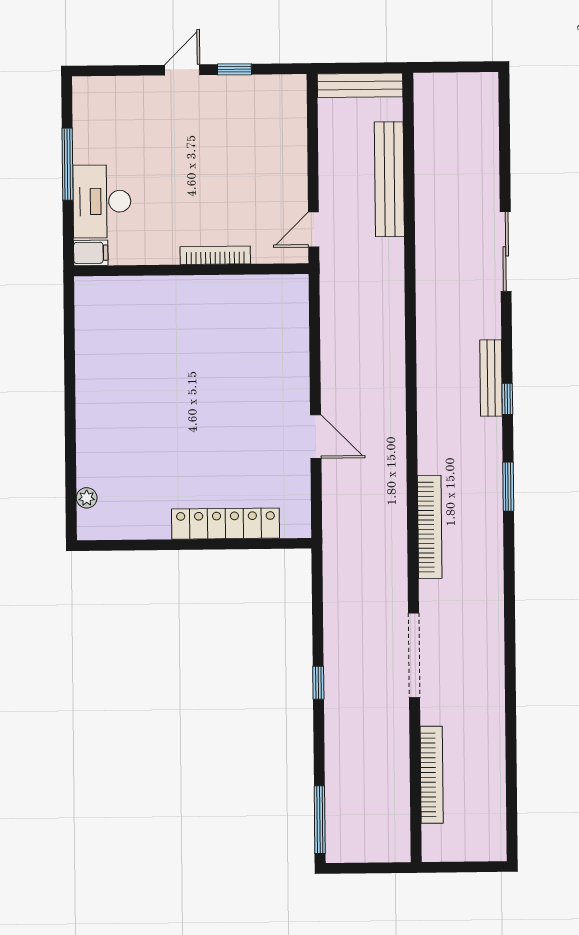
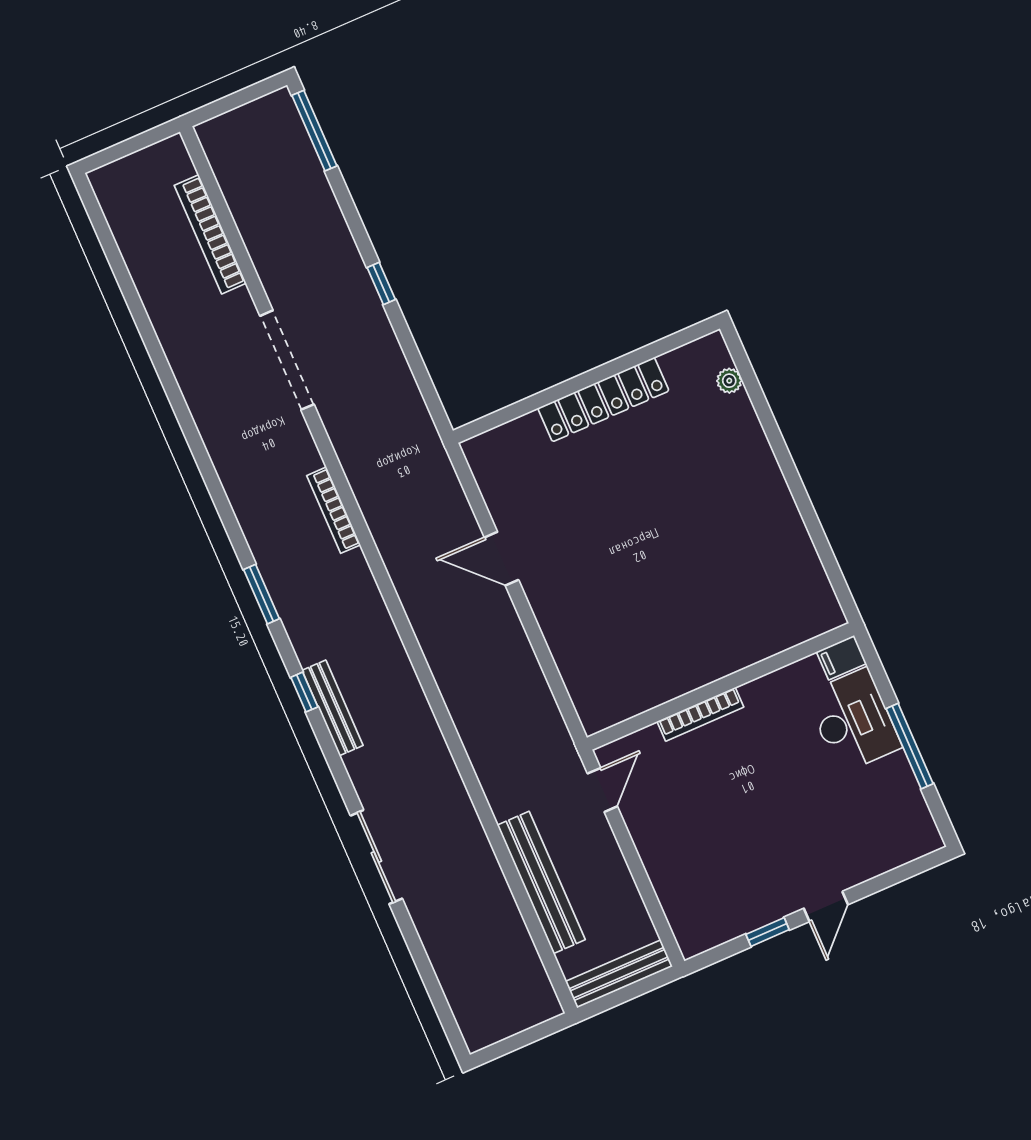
locker: (226, 524) -> (603, 400), moved
bookcase: (430, 527) -> (334, 510), width x0.68, depth x0.76

